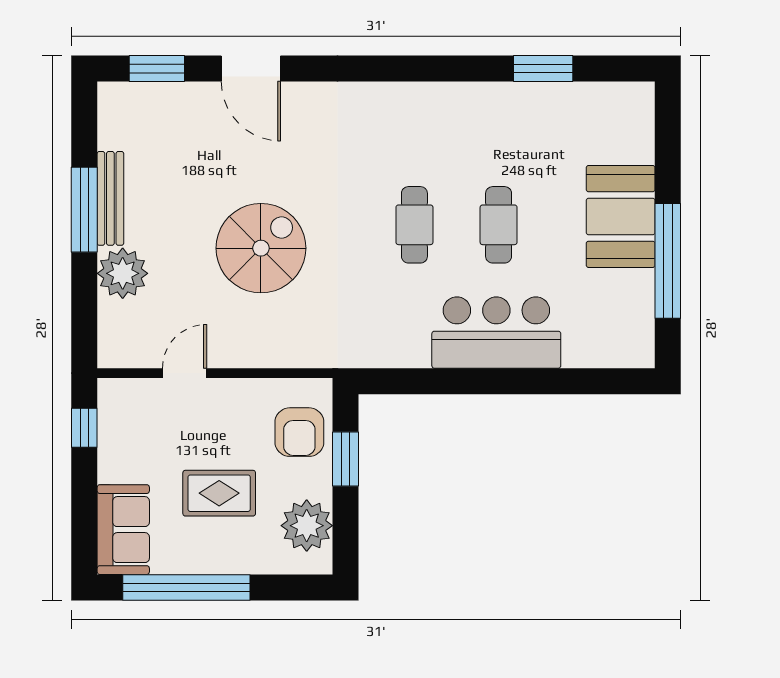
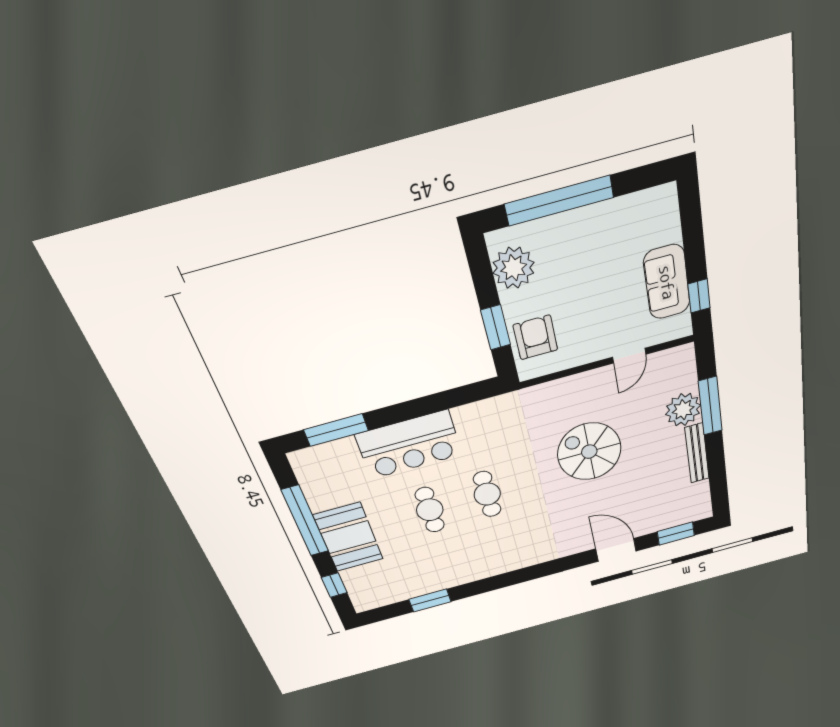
window: (668, 143) -> (334, 585), added
window: (84, 210) -> (710, 406), moved
spiral stairs: (261, 248) -> (589, 452), turned 90
window: (581, 381) -> (336, 430), added
rug: (219, 493) -> (588, 274), removed
sofa: (123, 530) -> (667, 282), moved
window: (186, 587) -> (559, 201), moved

